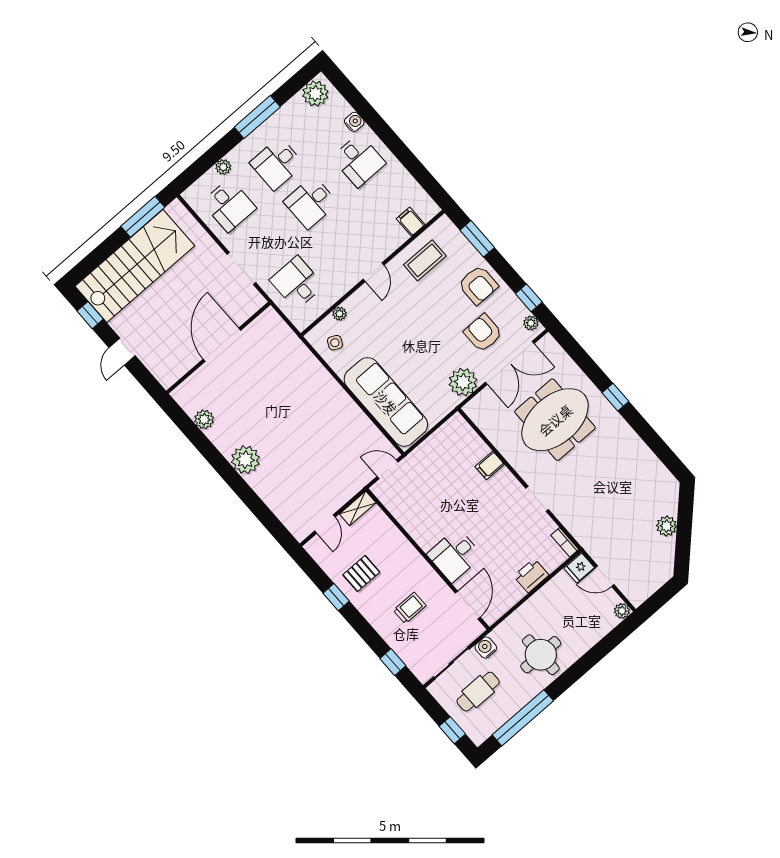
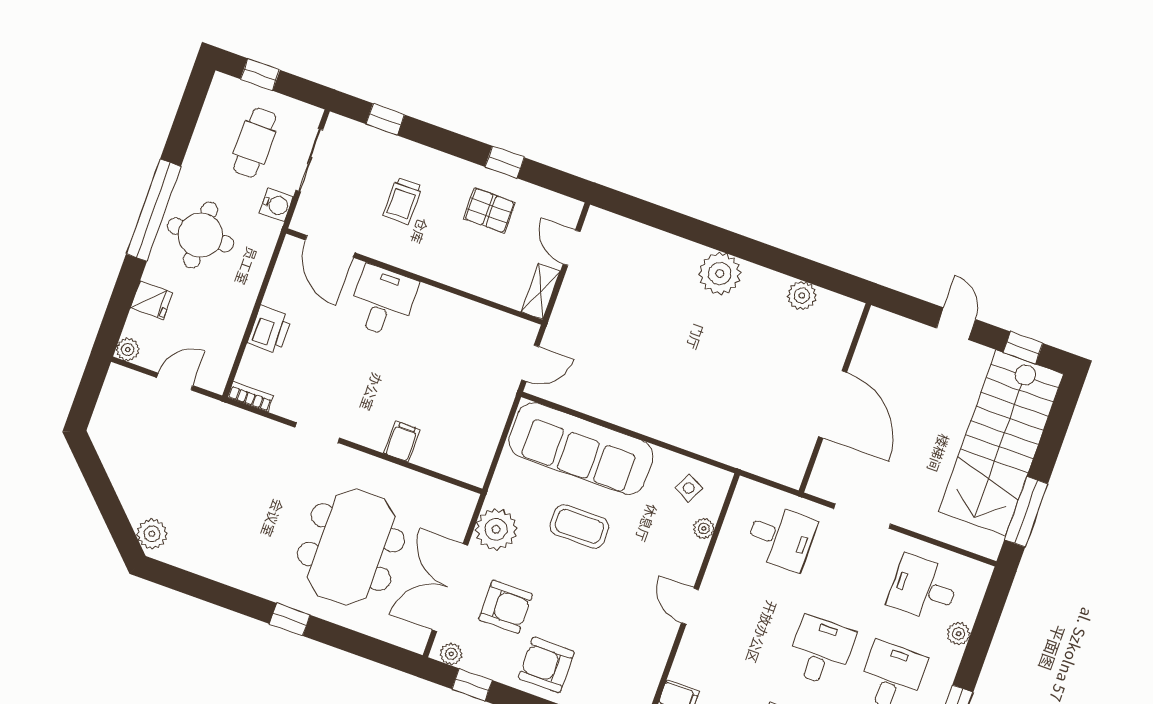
coffee table: (425, 260) -> (579, 526), moved, turned 90
plant: (666, 526) -> (152, 534), moved
fridge: (579, 568) -> (151, 300), moved, turned 90
pallet: (361, 573) -> (489, 210), turned 90
window: (523, 718) -> (154, 210), moved

